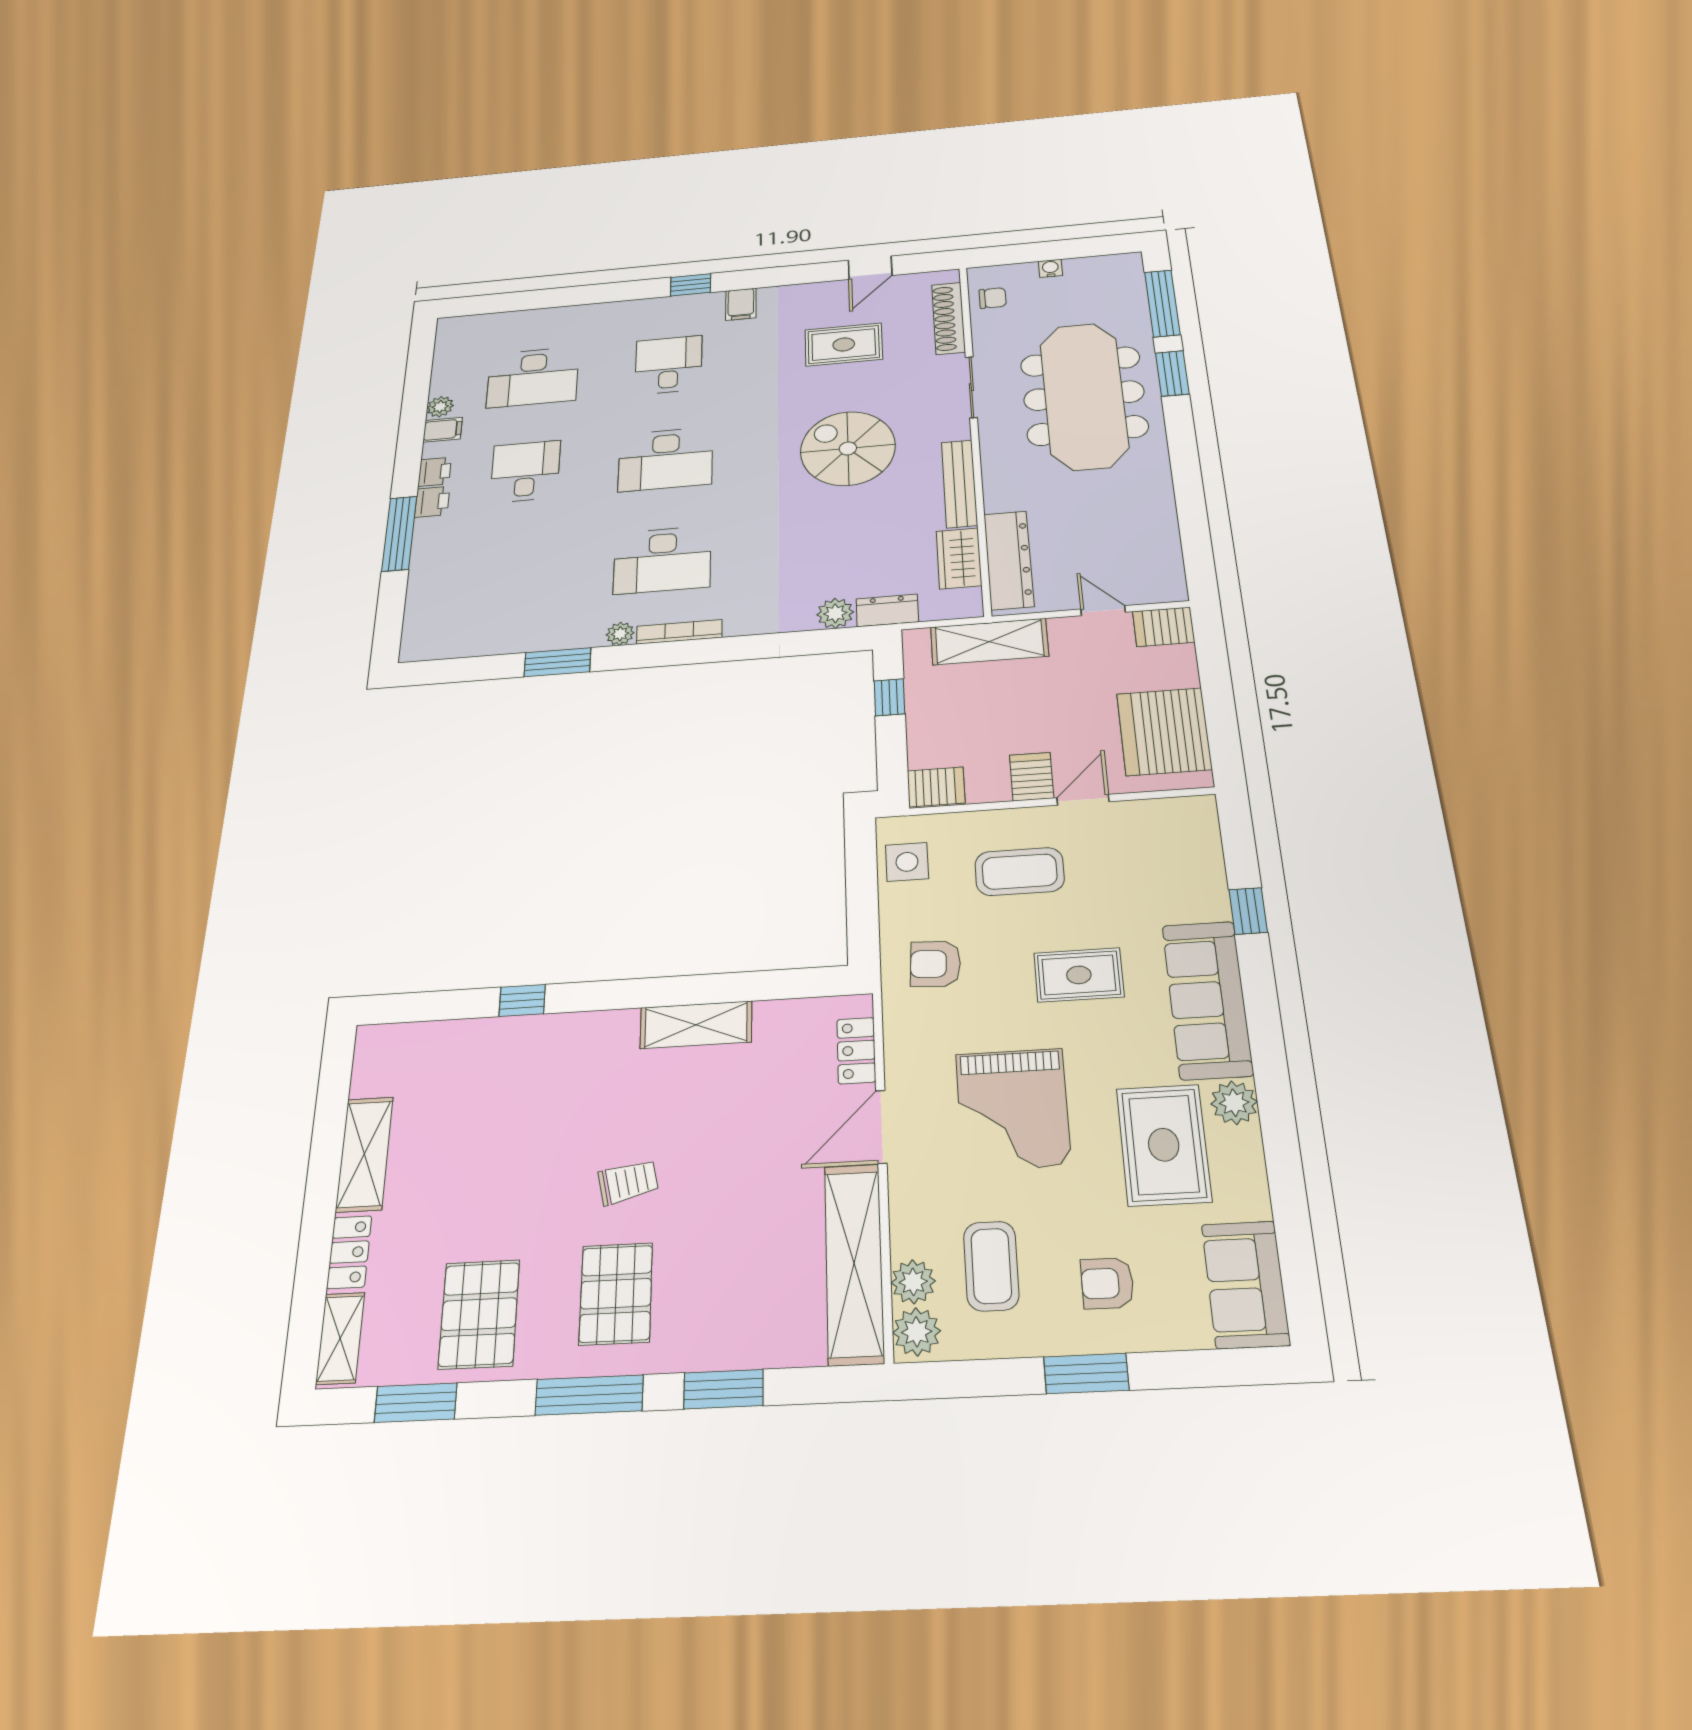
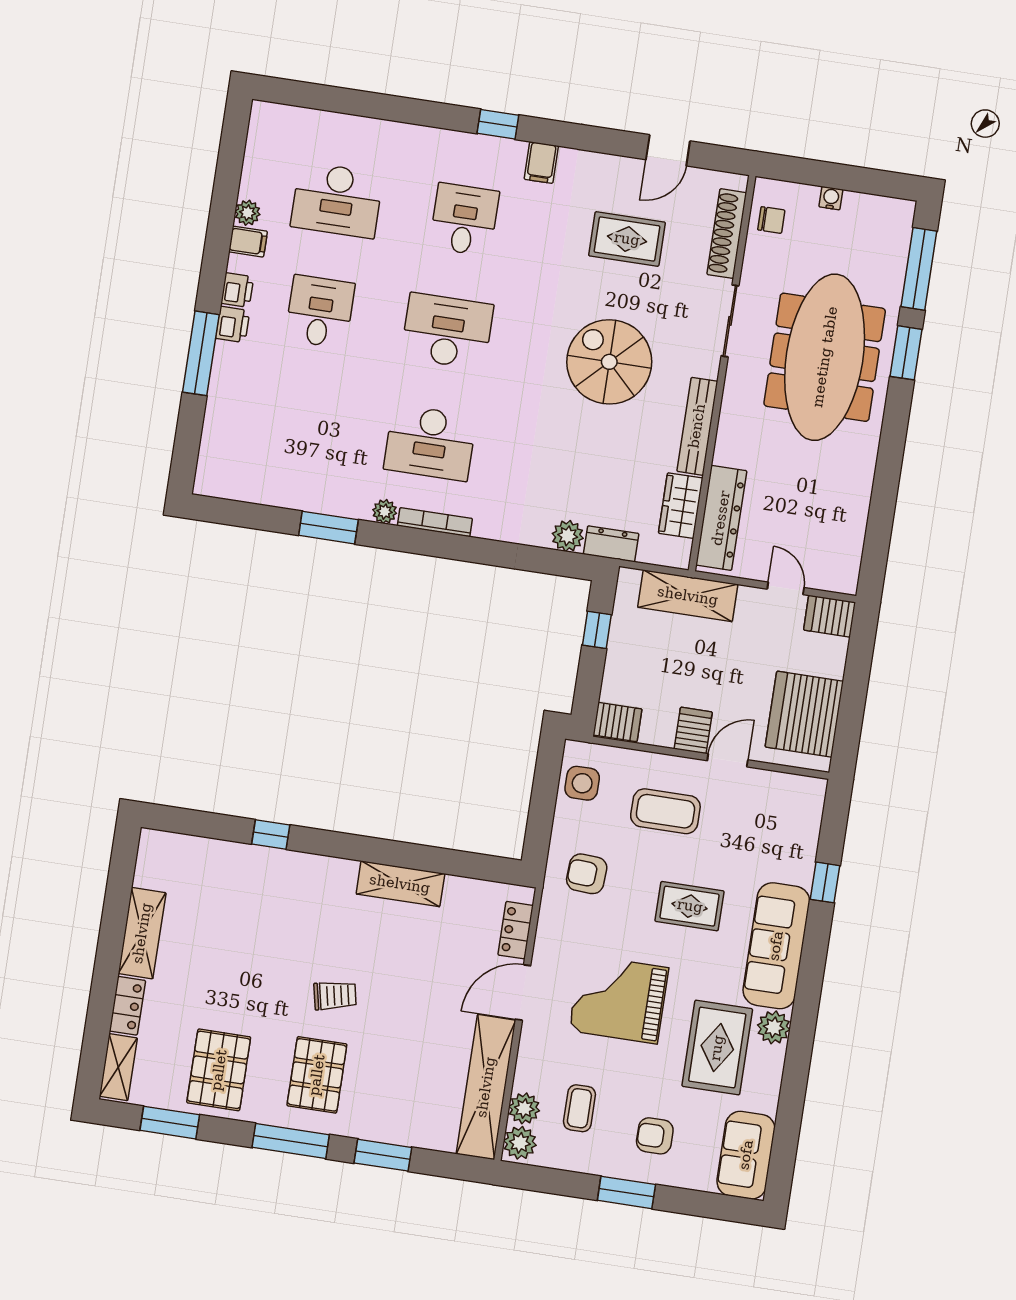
desk: (666, 459) -> (447, 331), turned 180
grand piano: (1013, 1109) -> (619, 999), turned 90
coffee table: (991, 1266) -> (579, 1108), width x0.73, depth x0.77

